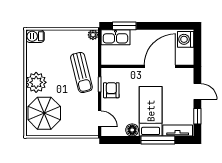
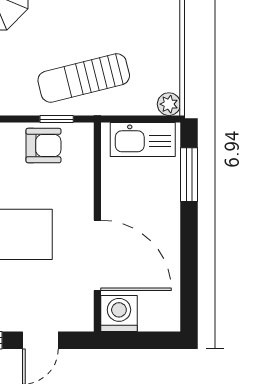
kitchen sink: (115, 37) -> (143, 140), moved, turned -90
washing machine: (186, 39) -> (119, 313), moved

